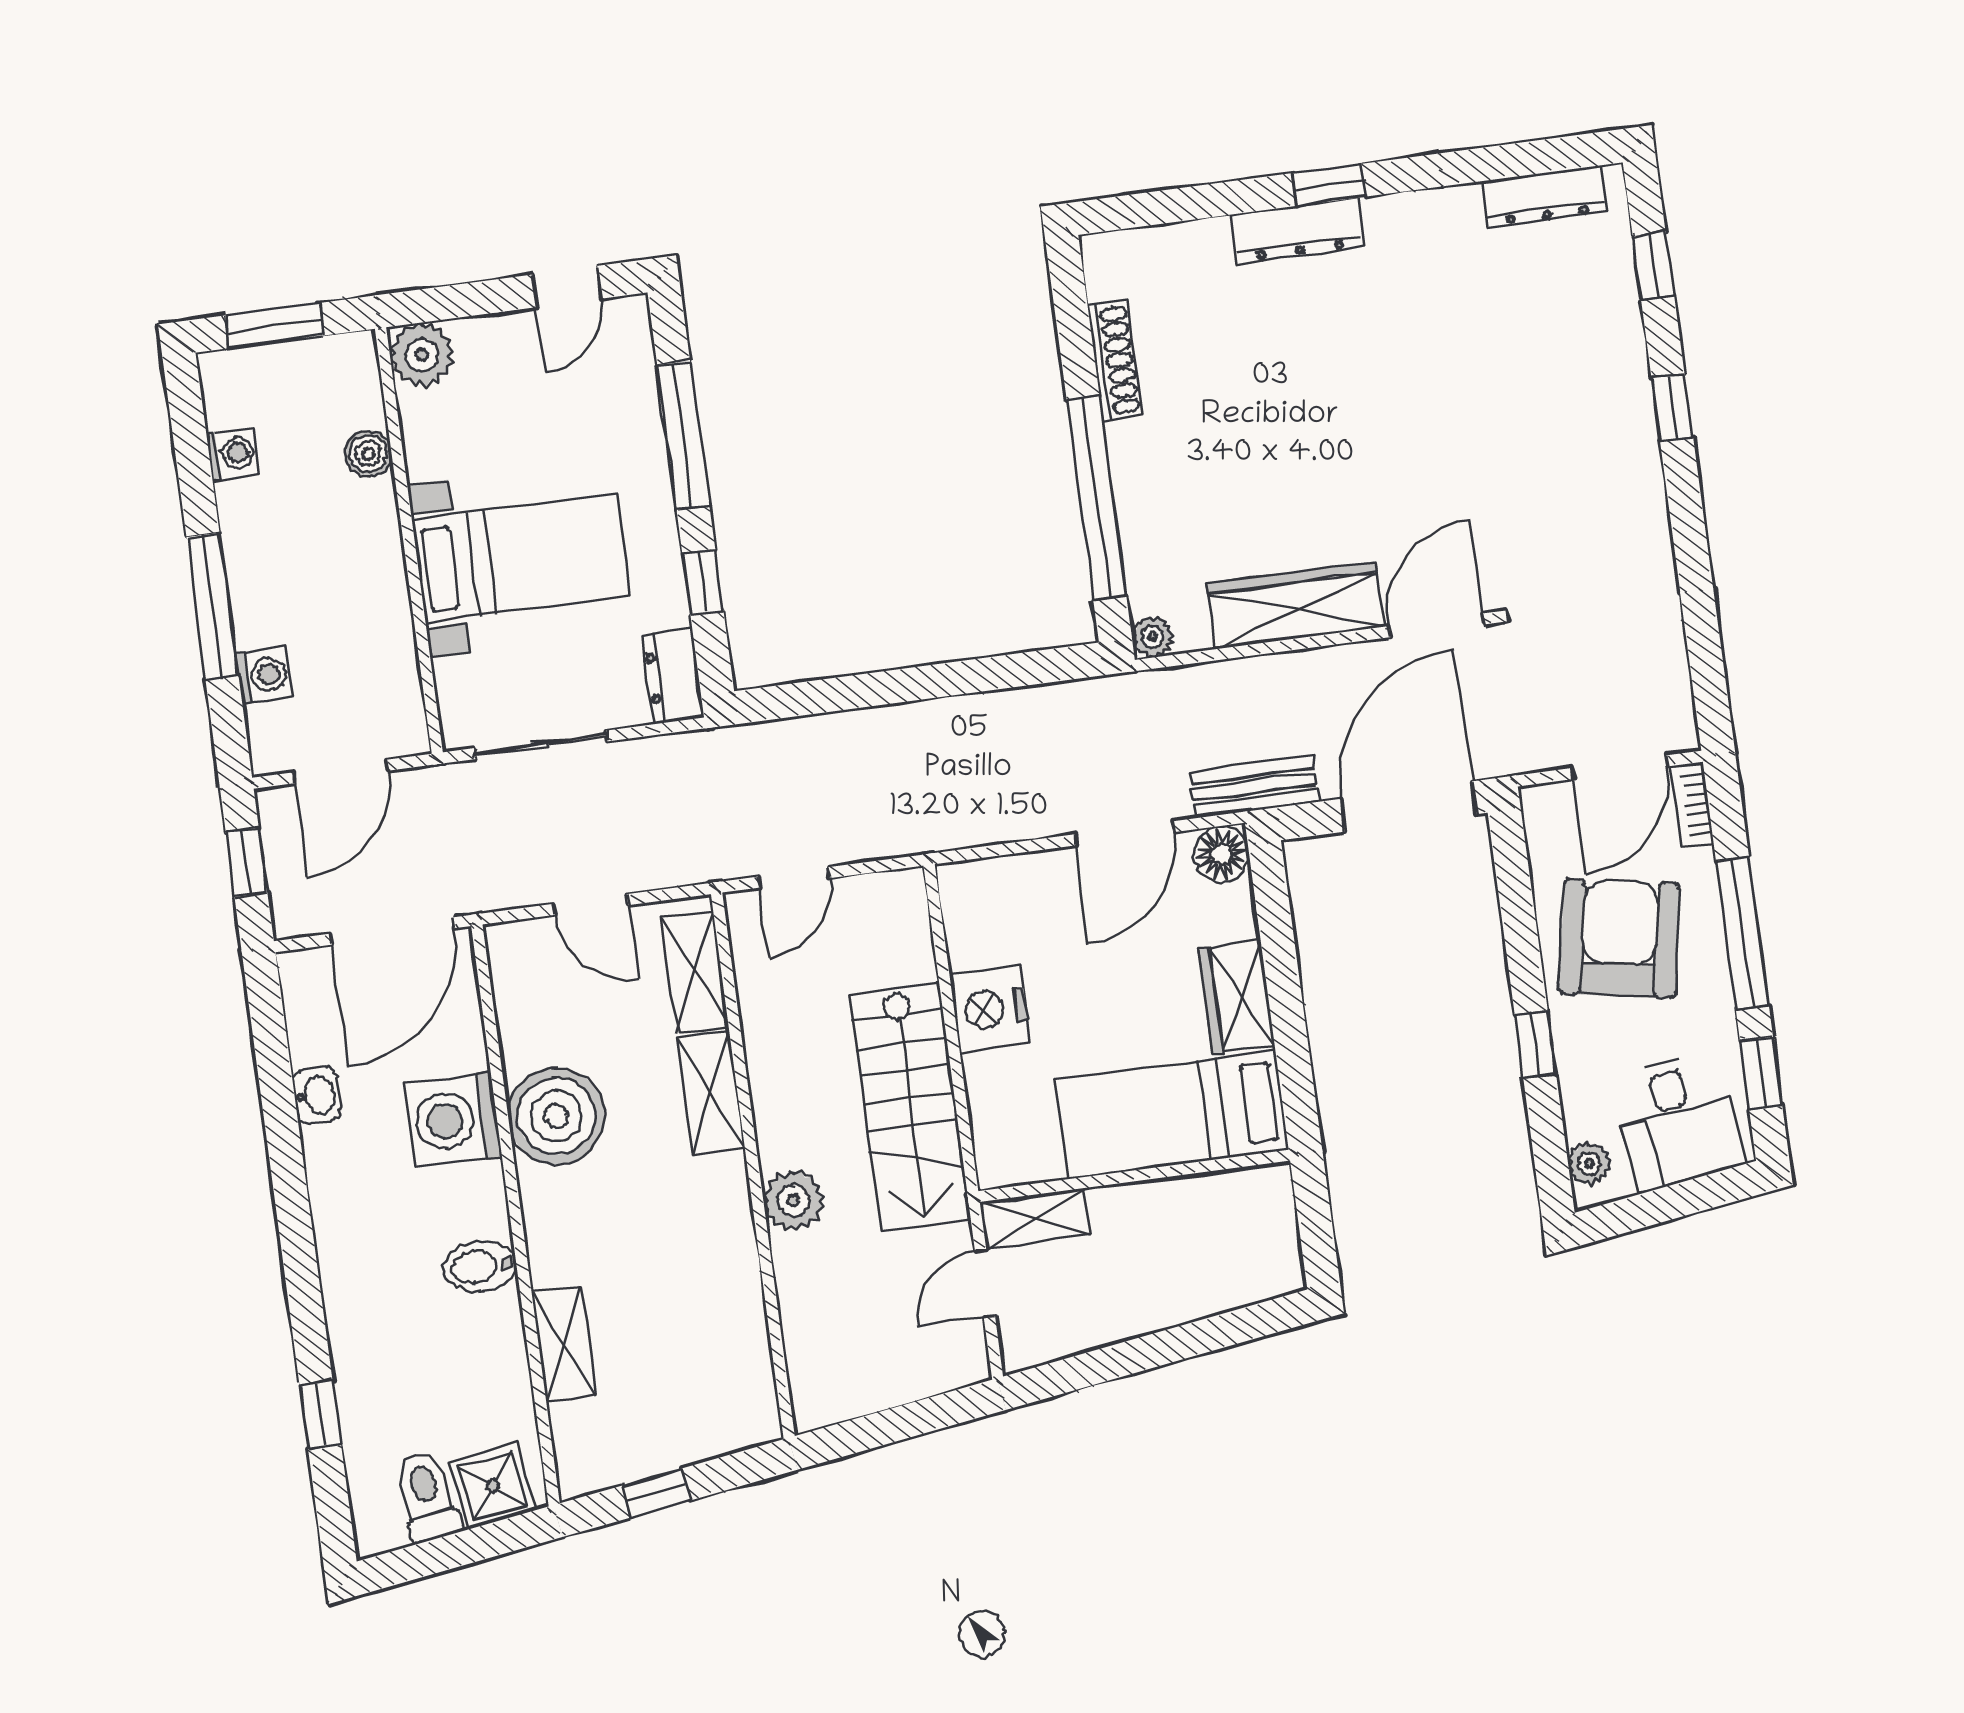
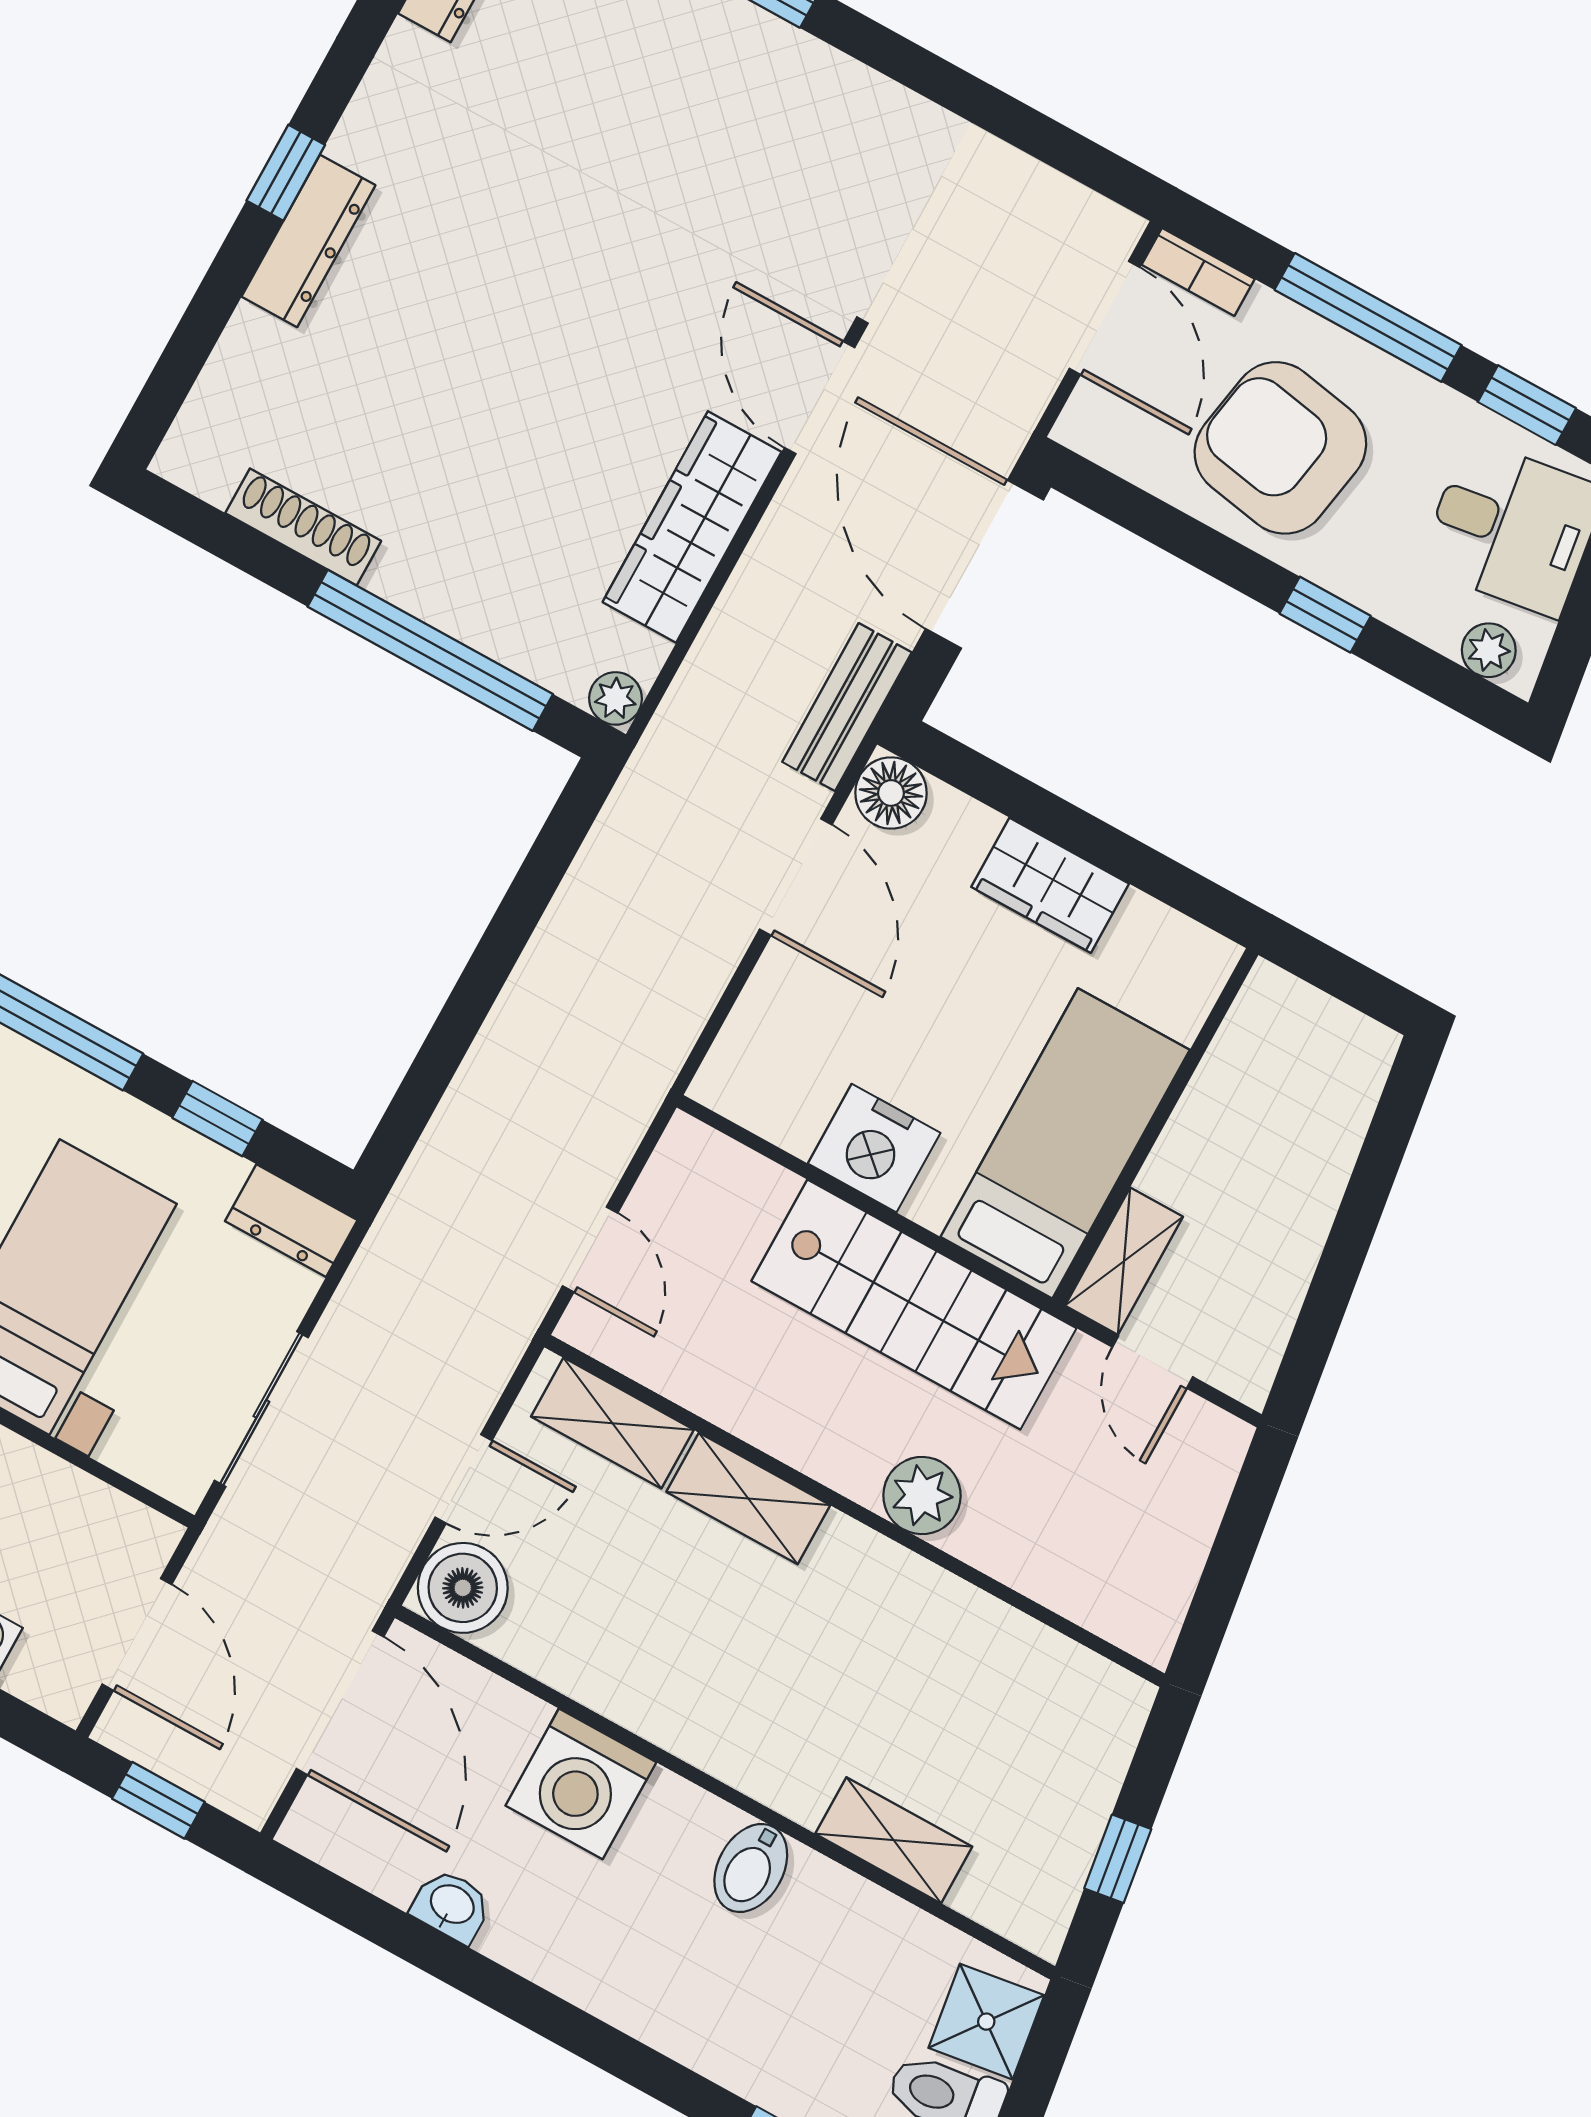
bed: (1172, 1115) -> (1065, 1143), moved, turned 180
boiler: (556, 1116) -> (463, 1588), moved, width x0.73, depth x0.73

